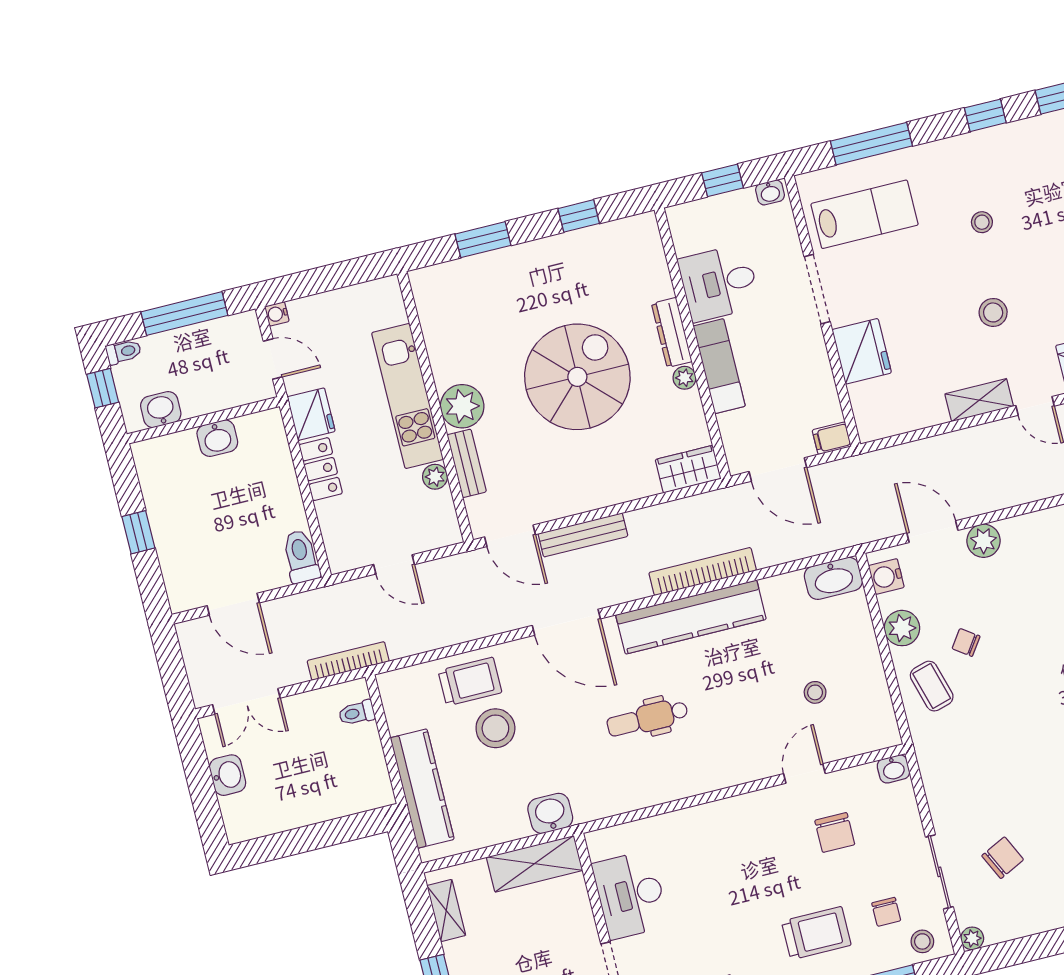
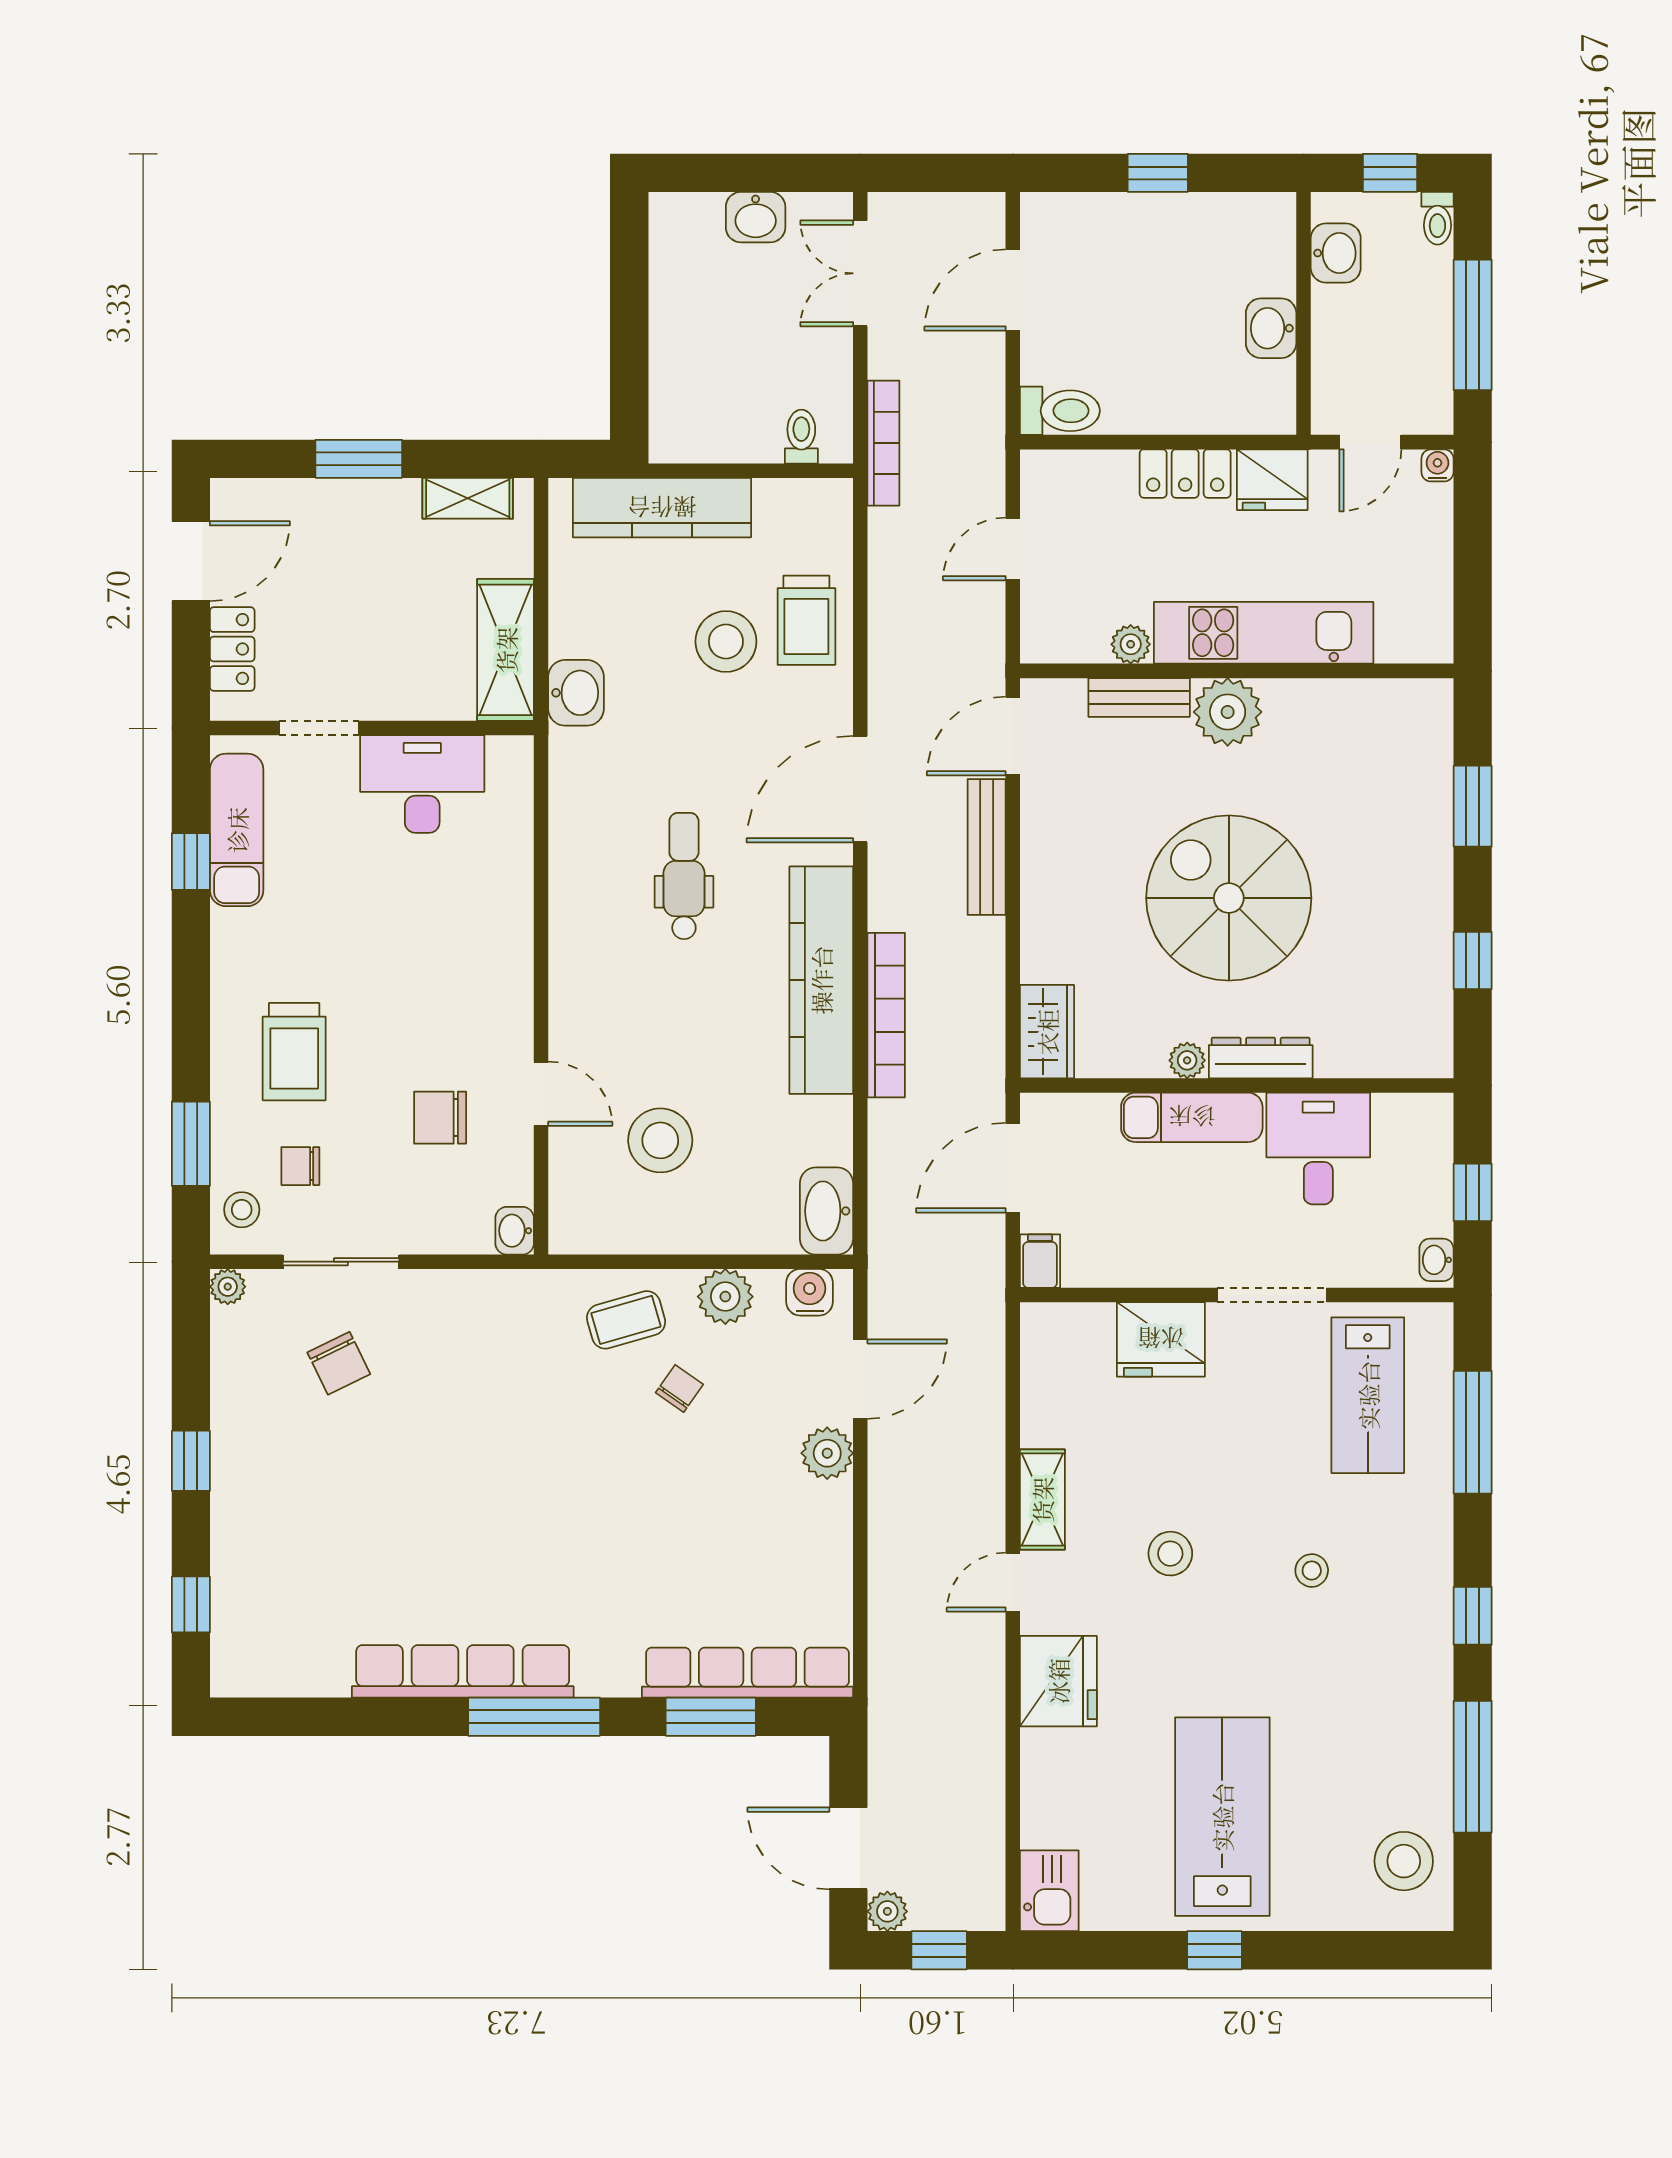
spiral stairs: (577, 377) -> (1229, 898), turned 180
stool: (815, 692) -> (660, 1140), width x1.89, depth x1.89

